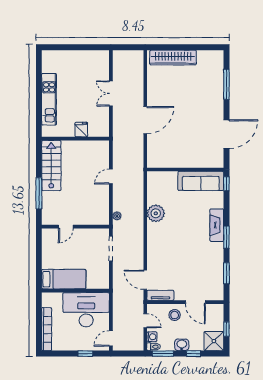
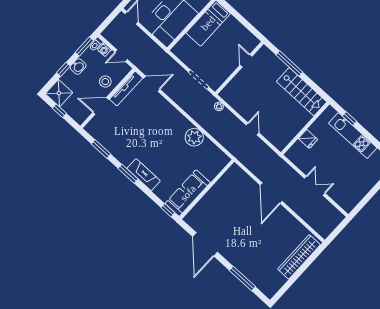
window: (39, 113) -> (350, 119), added
tv unit: (160, 295) -> (126, 89), width x1.41

